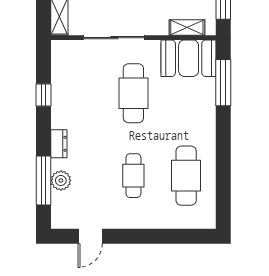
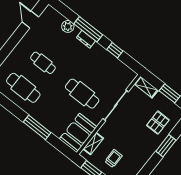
window: (223, 83) -> (37, 127), moved
window: (43, 180) -> (88, 29), moved

